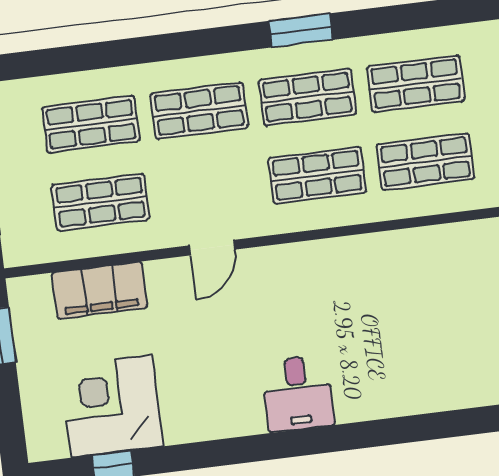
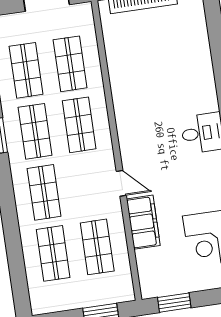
filing cabinet: (100, 290) -> (143, 222), moved

